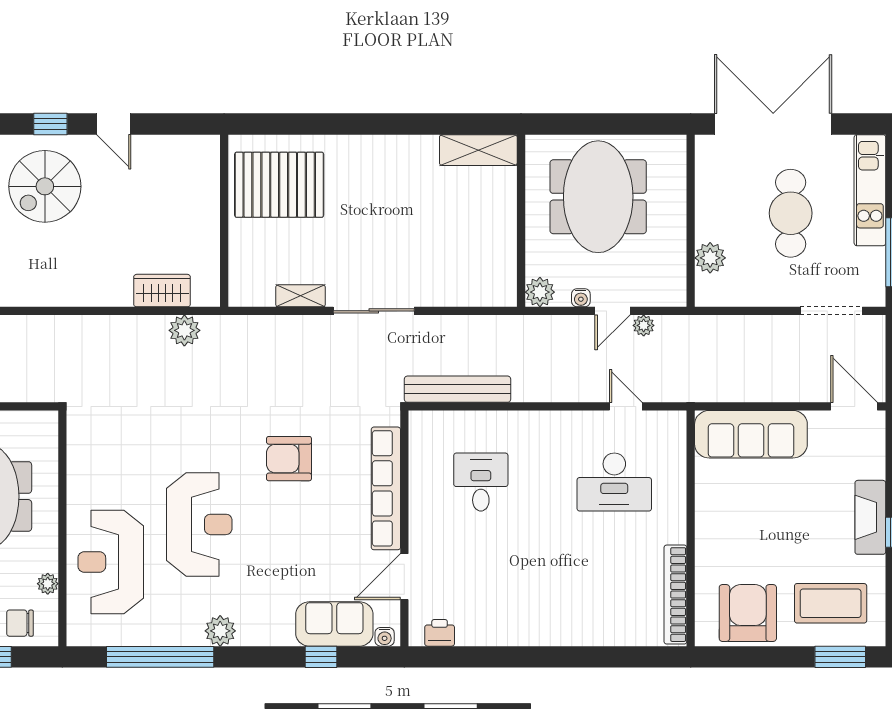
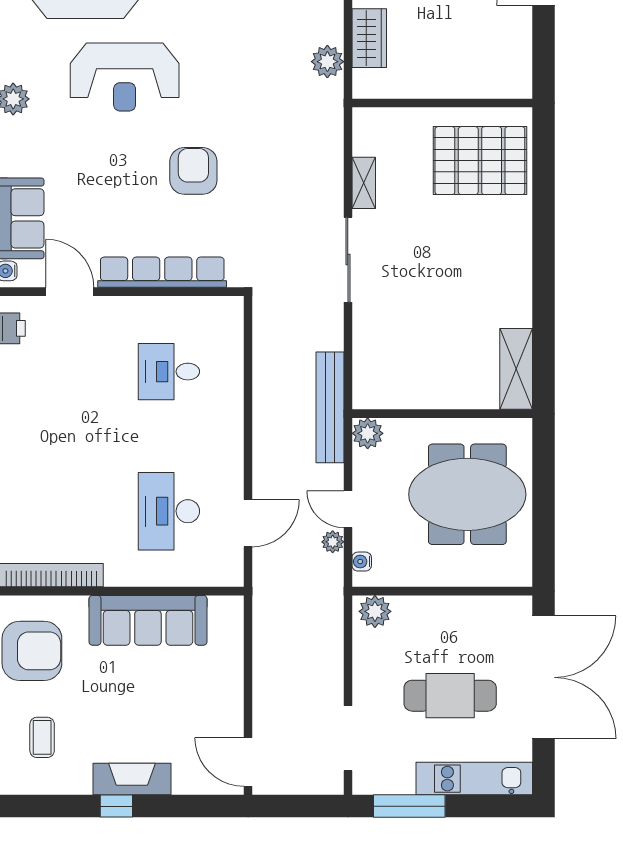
pallet: (279, 185) -> (480, 161), turned 90
plant: (710, 258) -> (375, 611), moved
water cooler: (581, 298) -> (362, 562), moved
bench: (458, 389) -> (330, 407), moved
door: (626, 406) -> (248, 523), width x1.38
door: (854, 406) -> (248, 762), swing flipped
sofa: (751, 434) -> (148, 620), moved, turned -90
desk: (481, 482) -> (169, 372), turned 180
coffee table: (831, 603) -> (42, 737), width x0.54, depth x0.58

